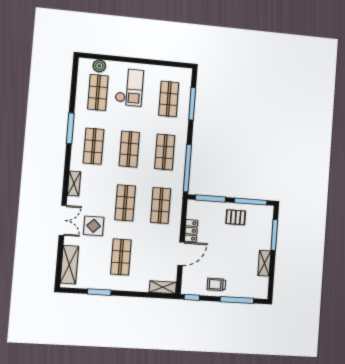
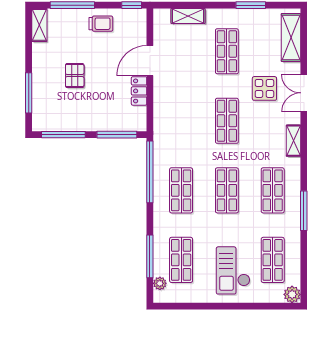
plant: (99, 66) -> (292, 294), moved
plant: (186, 83) -> (160, 283), added
shop shelf: (161, 205) -> (181, 121), removed
pallet: (236, 217) -> (75, 76), moved, turned 90
shelving: (264, 263) -> (39, 25), moved
shelving: (163, 287) -> (188, 16), moved

